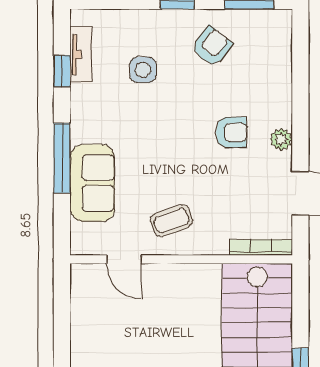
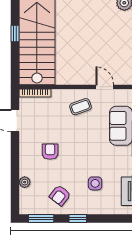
armchair: (231, 132) -> (50, 152), turned 90
plant: (281, 139) -> (25, 182), moved

